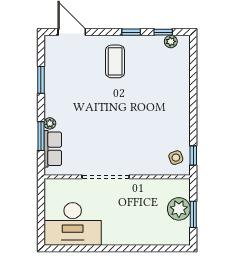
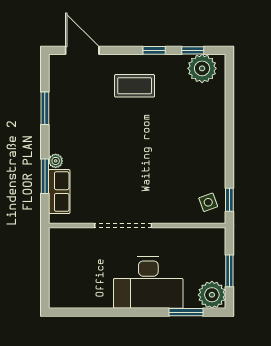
plant: (171, 41) -> (202, 68), width x1.88, depth x1.88
coffee table: (115, 61) -> (135, 86), turned 90
plant: (179, 209) -> (212, 295), moved
desk: (73, 224) -> (148, 283), moved
window: (157, 248) -> (186, 312), added

